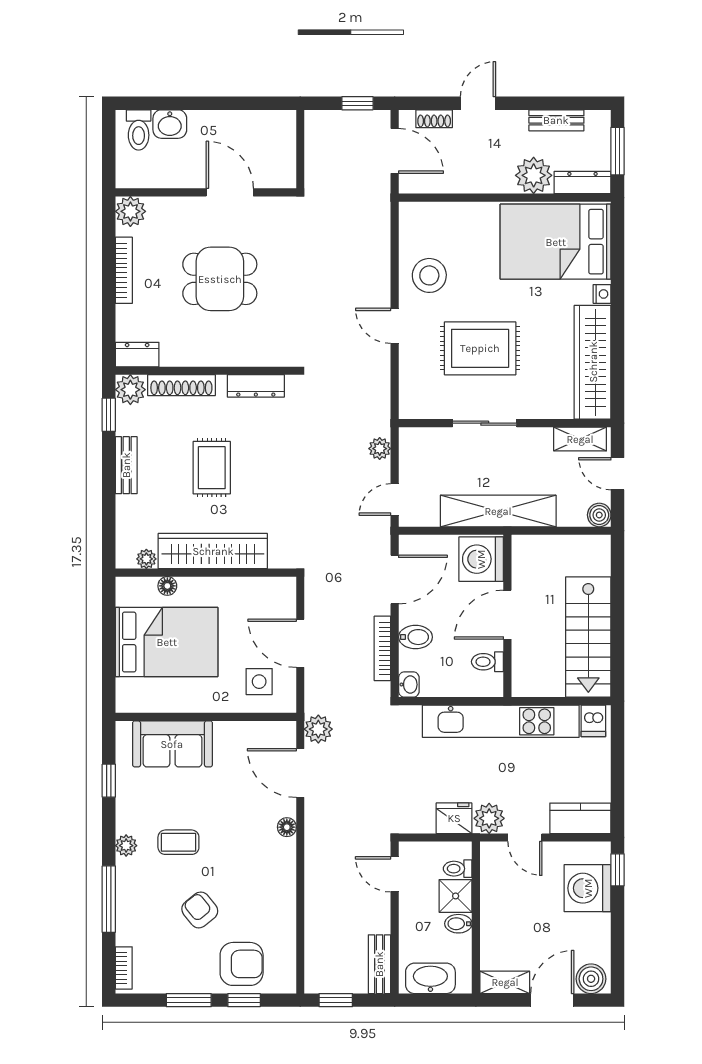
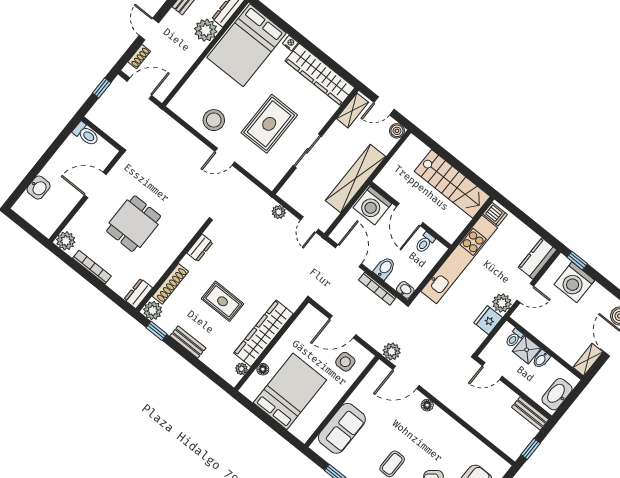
toilet: (139, 130) -> (86, 134), moved
dresser: (256, 386) -> (200, 248), width x0.70

